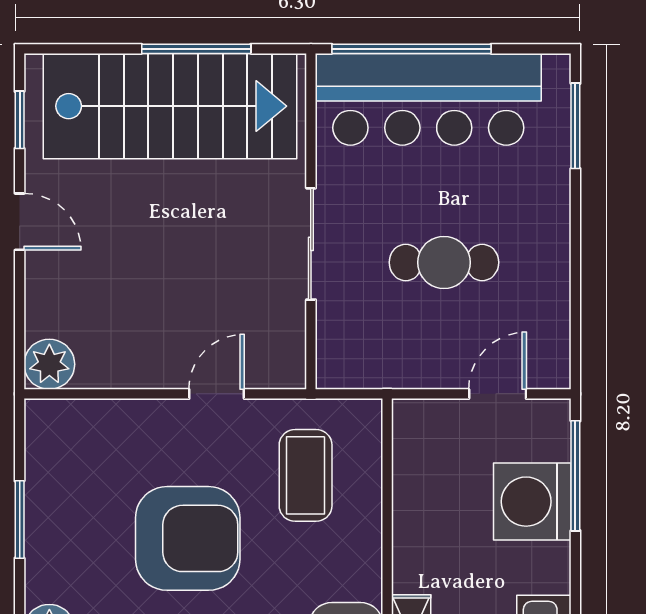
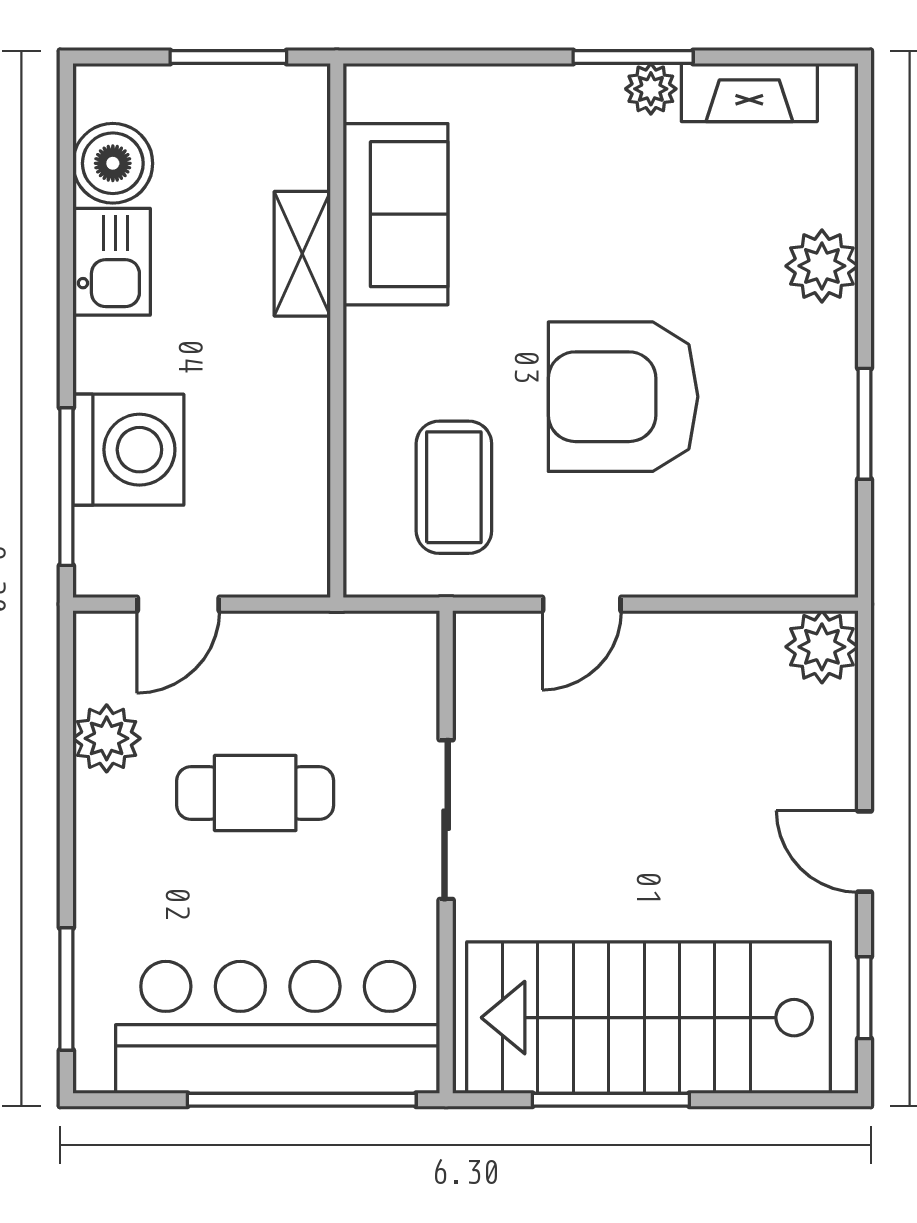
plant: (547, 300) -> (107, 738), added

